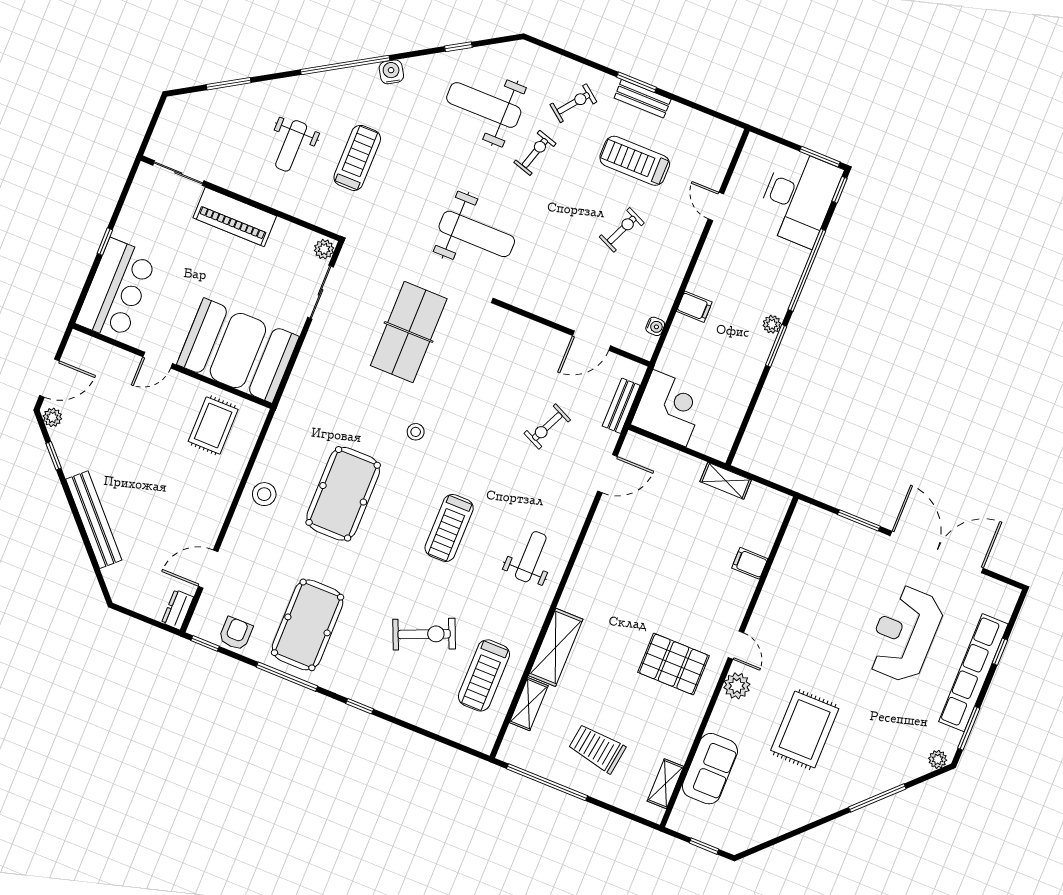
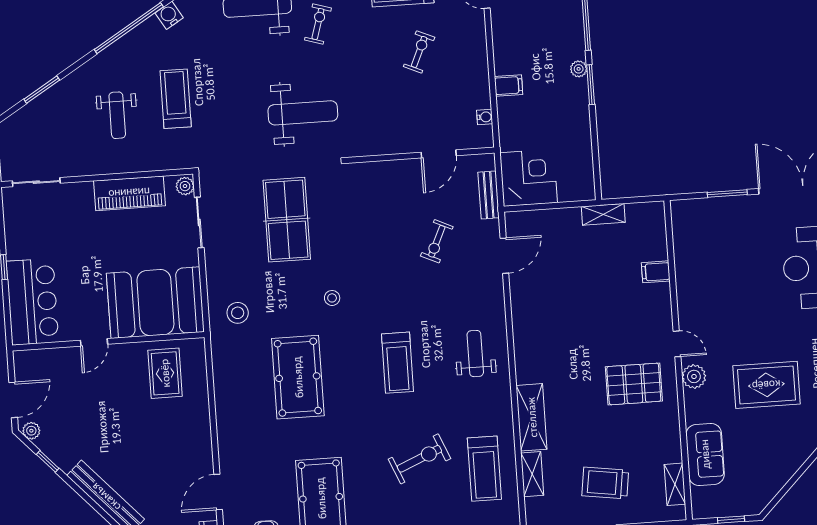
piano: (235, 217) -> (129, 193), moved
stool: (264, 494) -> (238, 313), moved
rug: (805, 730) -> (766, 385), turned 90

